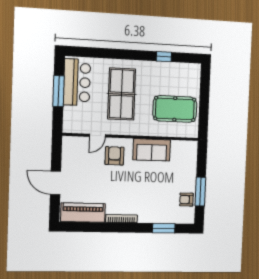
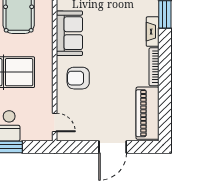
door: (97, 136) -> (55, 122), moved
fireplace: (150, 218) -> (153, 32), added

